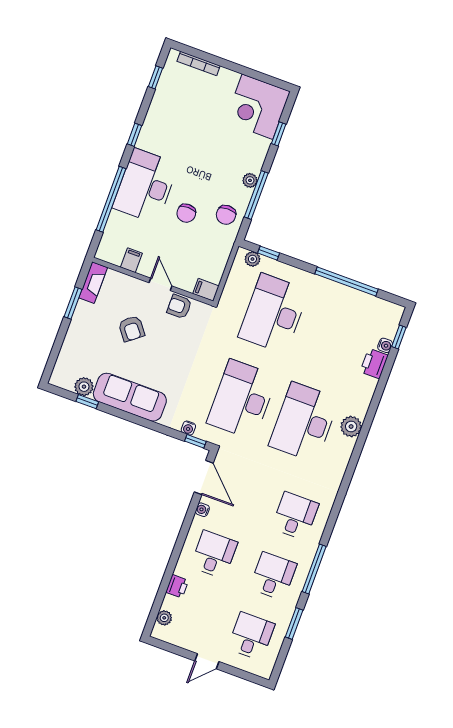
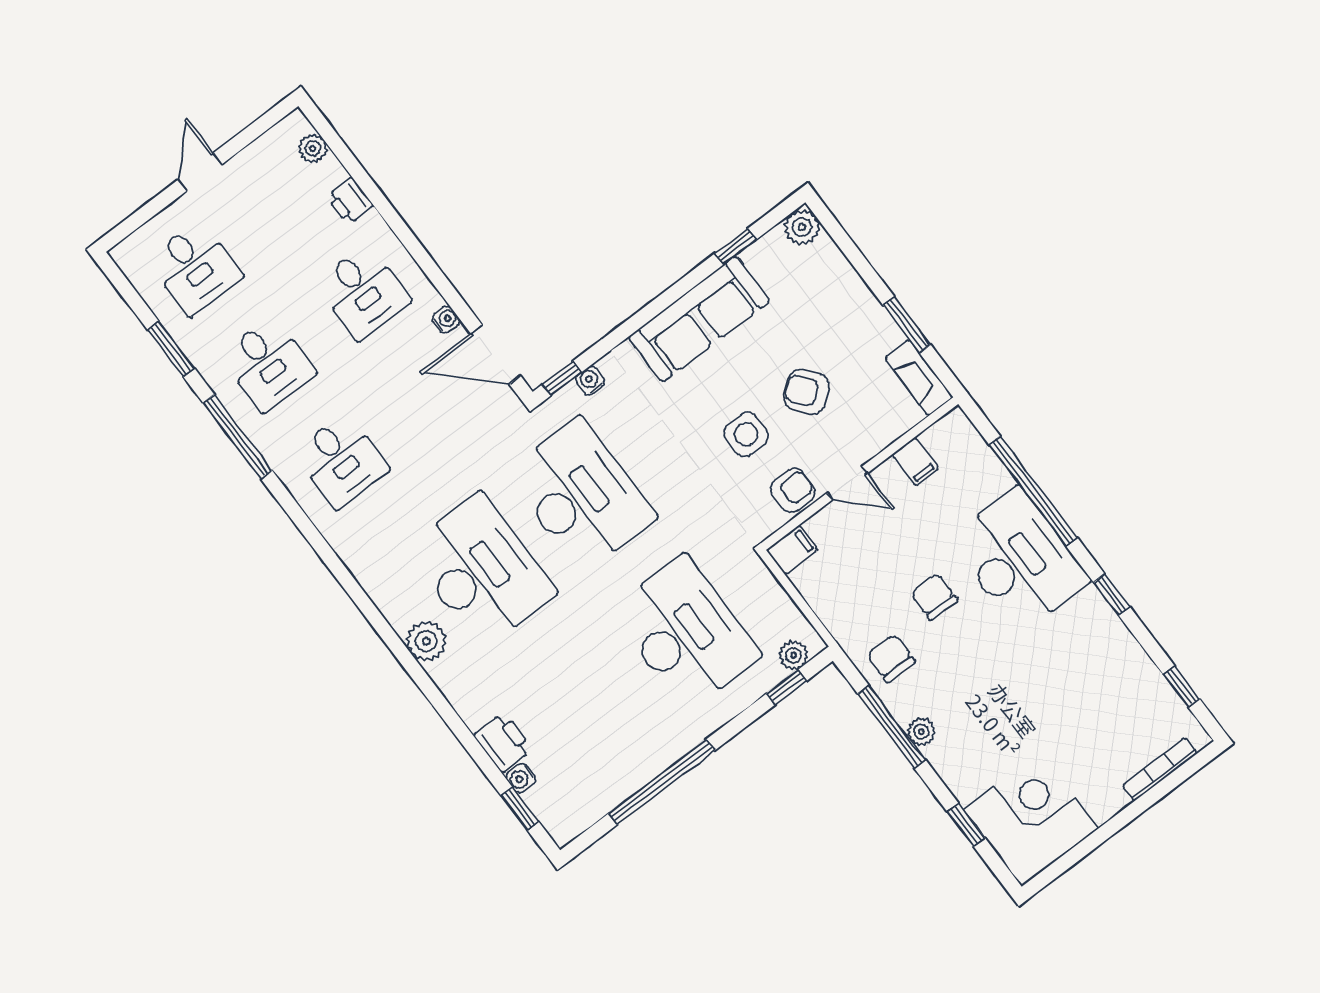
side table: (168, 343) -> (746, 434), added
plant: (84, 387) -> (802, 227), moved

